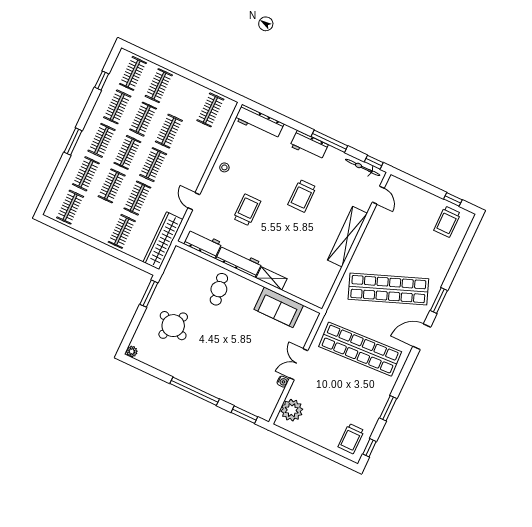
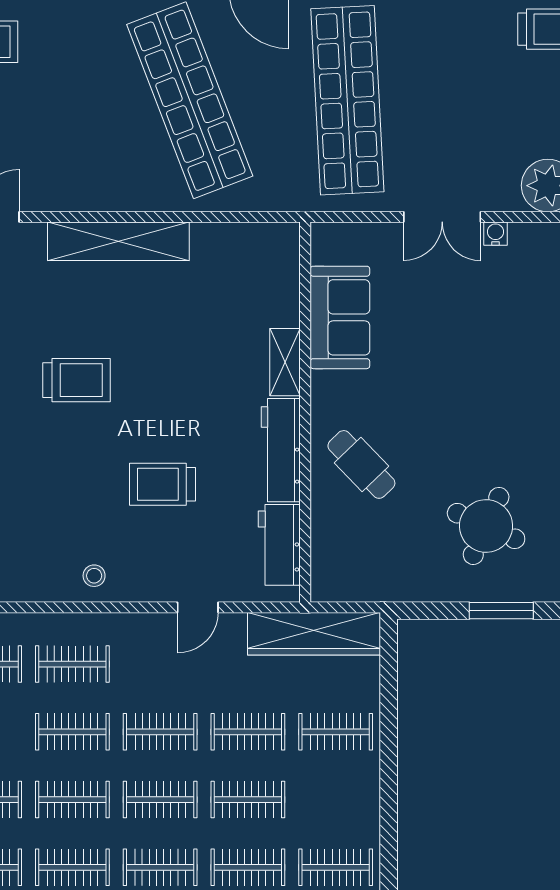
clothes rail: (195, 143) -> (72, 664), added
cafe table: (219, 289) -> (361, 464), turned 55
window: (149, 294) -> (501, 611), moved

